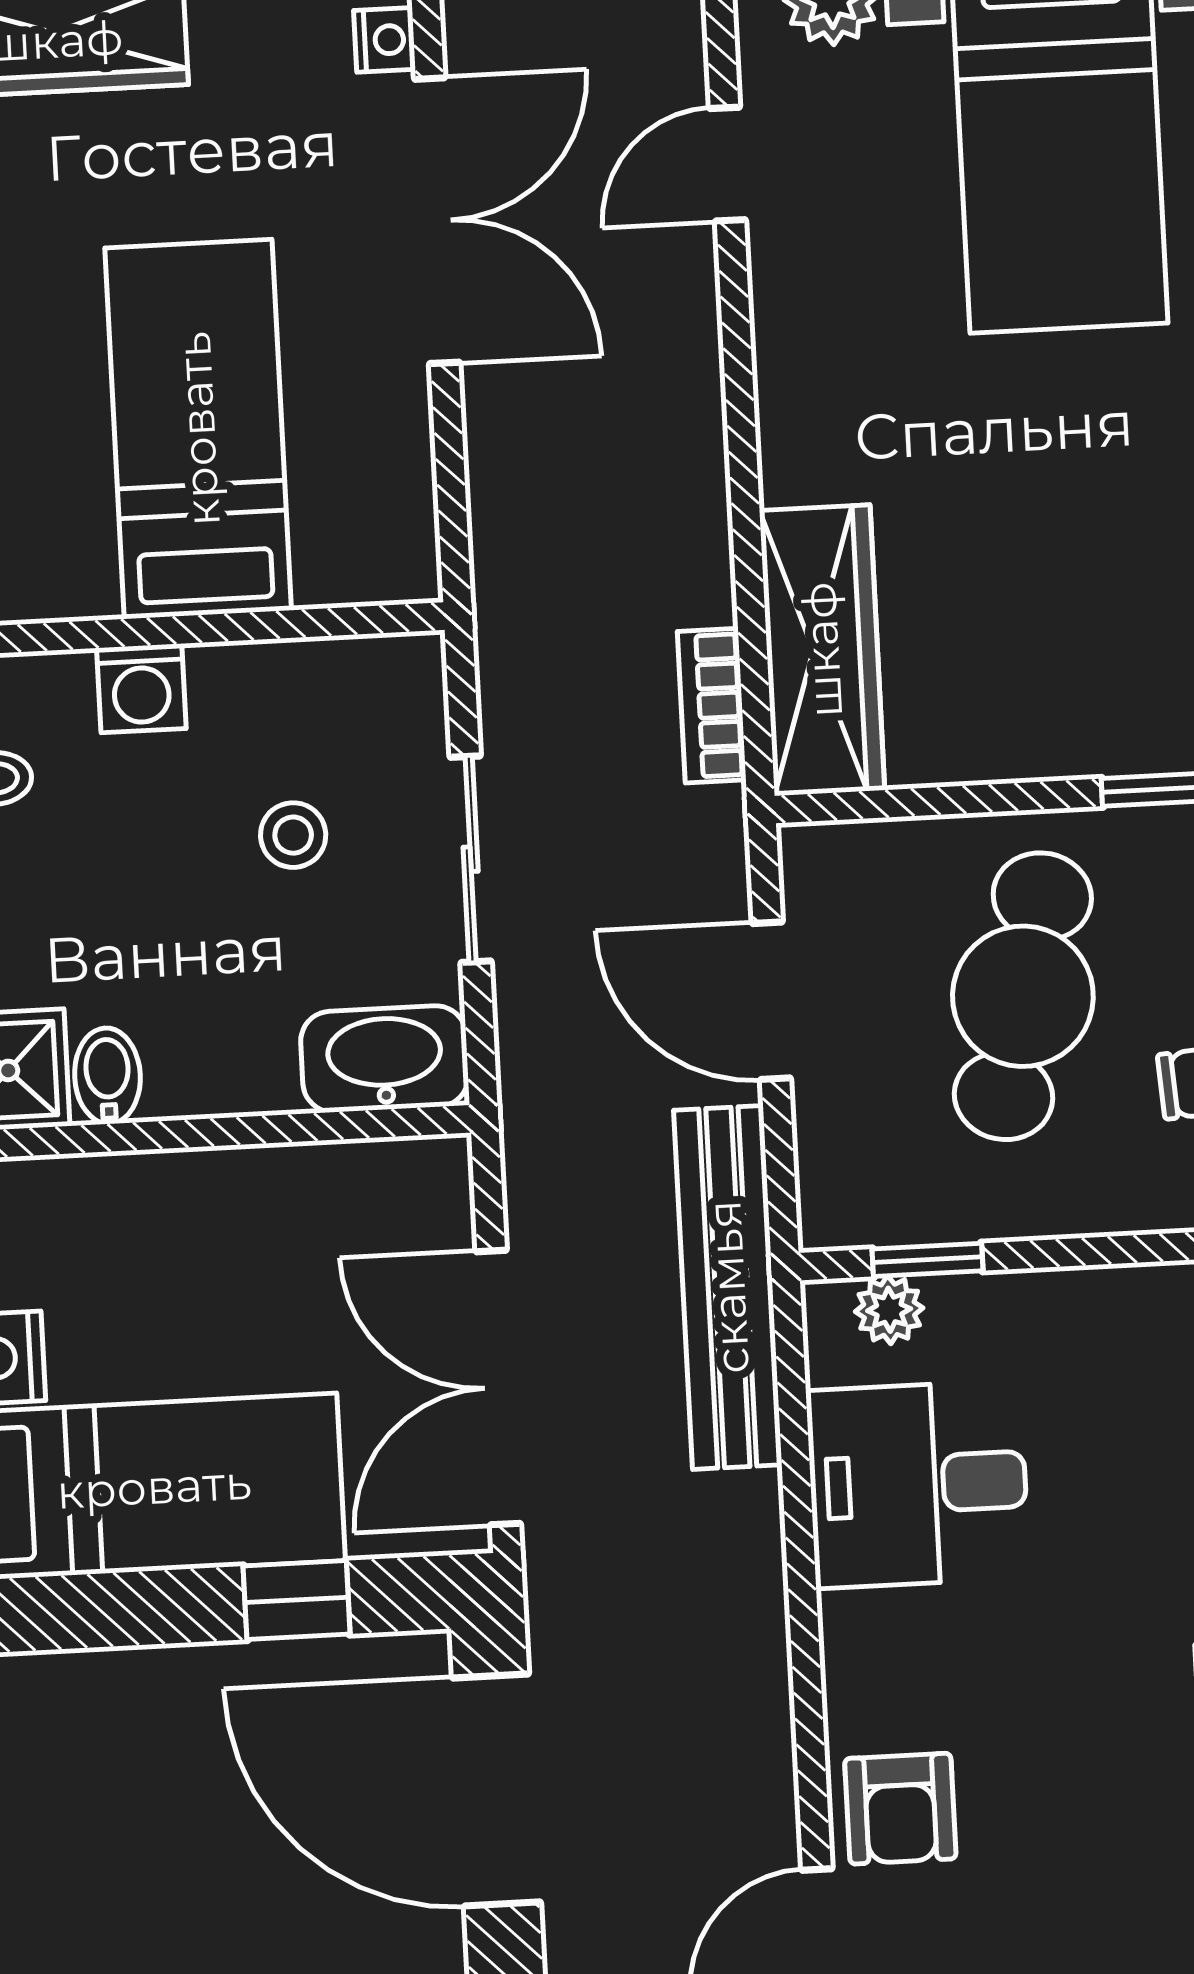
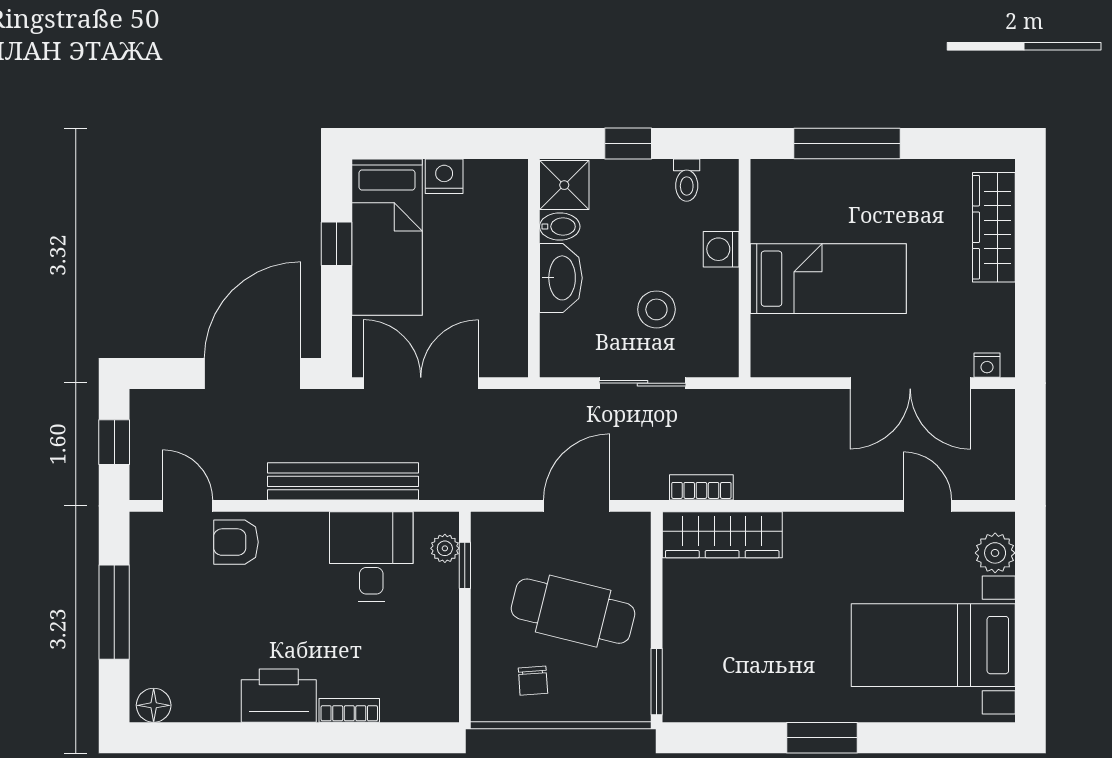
stool: (293, 835) -> (656, 309), width x1.37, depth x1.37
washbasin: (384, 1059) -> (561, 278), moved
bench: (728, 1287) -> (343, 481), moved
window: (297, 1600) -> (336, 244), moved

